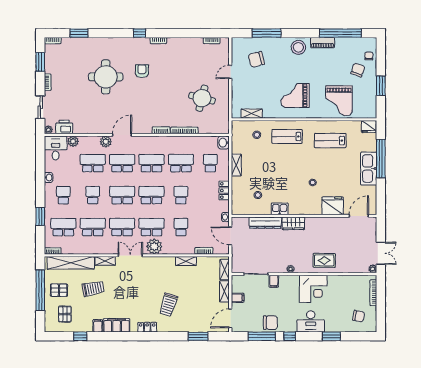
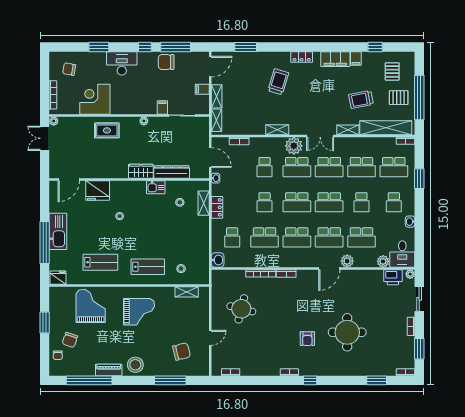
shelving: (236, 165) -> (204, 203), moved
shelving: (186, 261) -> (277, 130), moved
corner desk: (313, 289) -> (95, 99), moved

